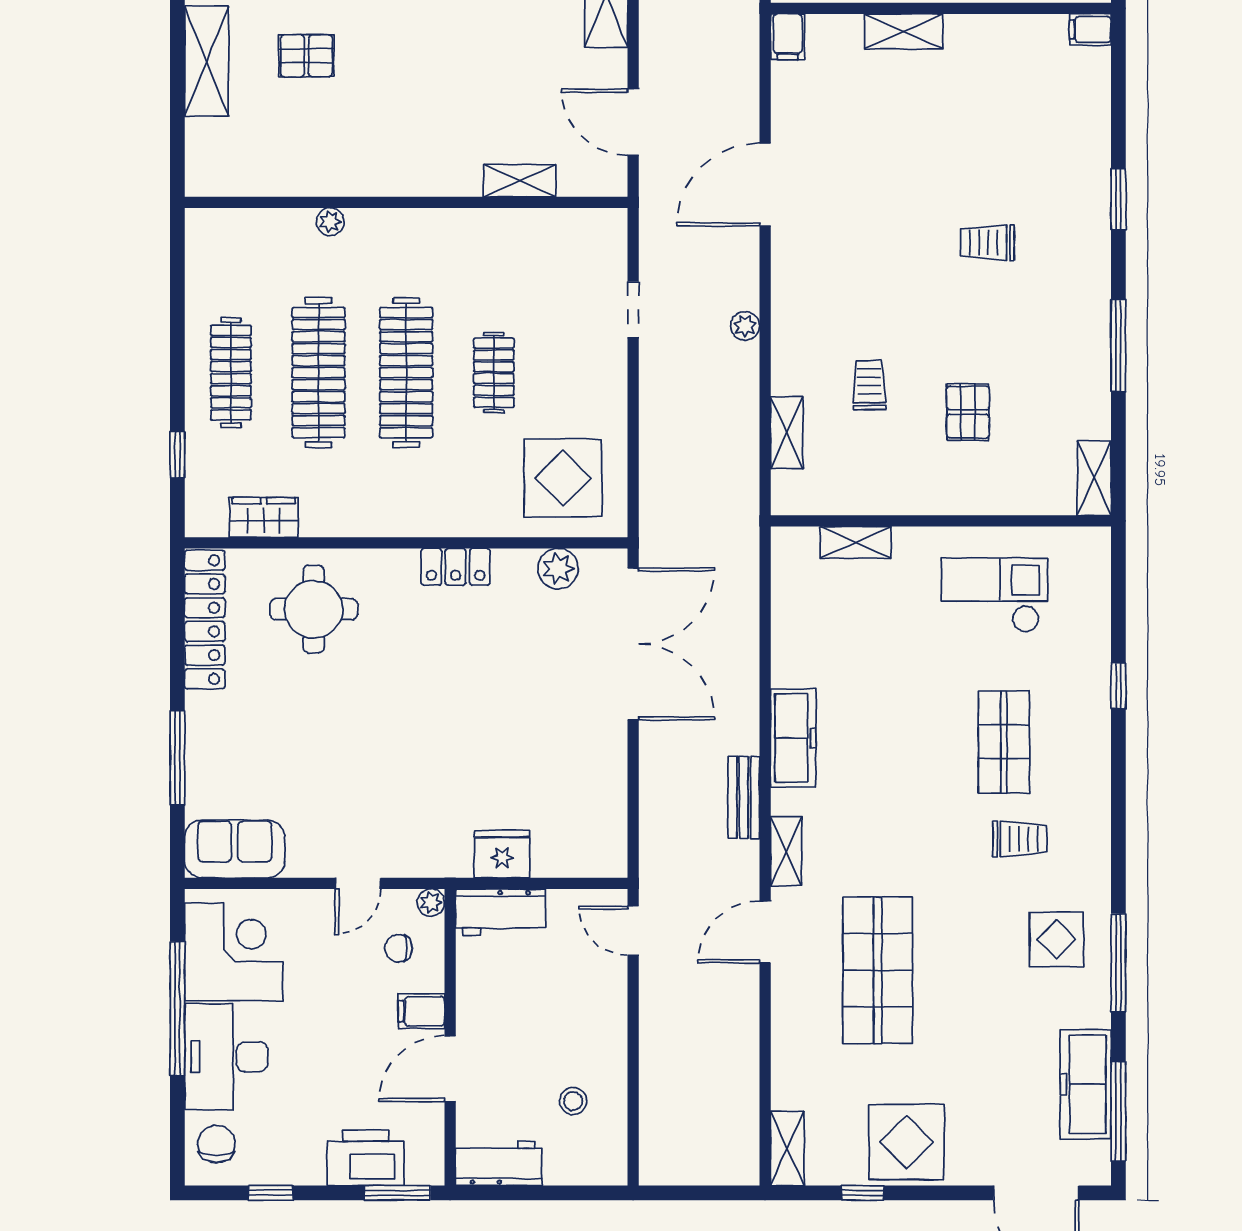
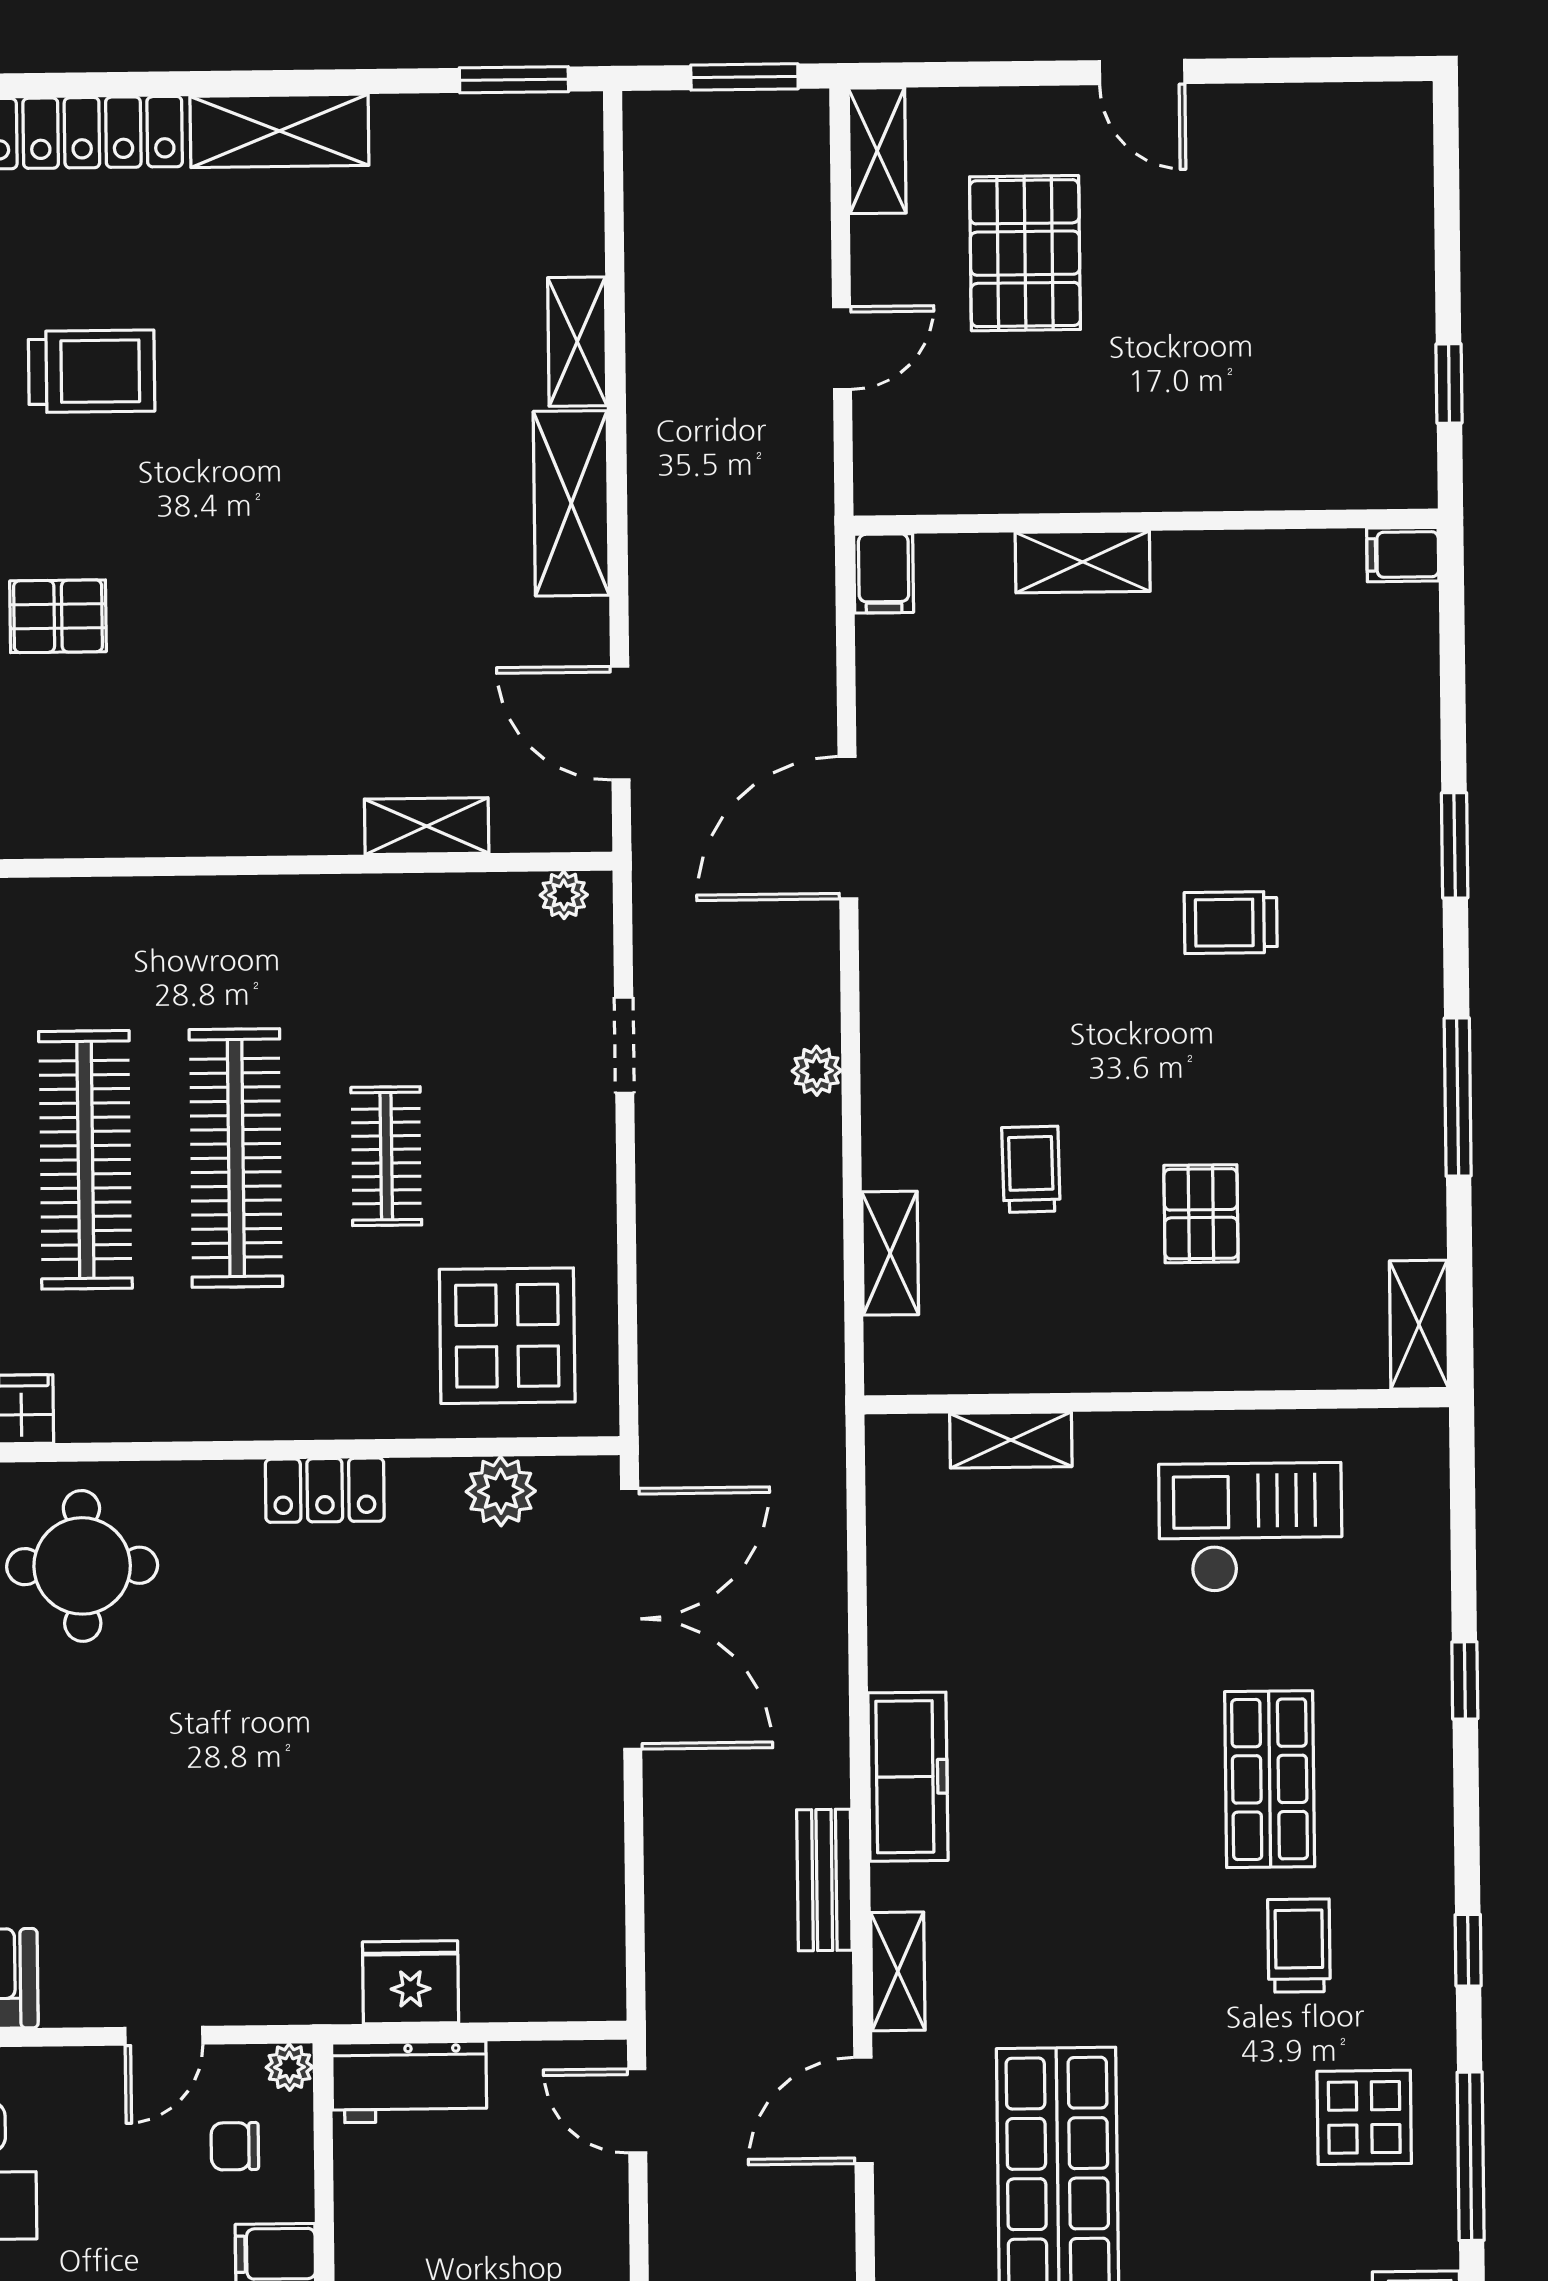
plant: (330, 222) -> (564, 895), moved
trolley: (1020, 839) -> (1299, 1946), turned -90
window: (1118, 843) -> (1468, 1950), added

